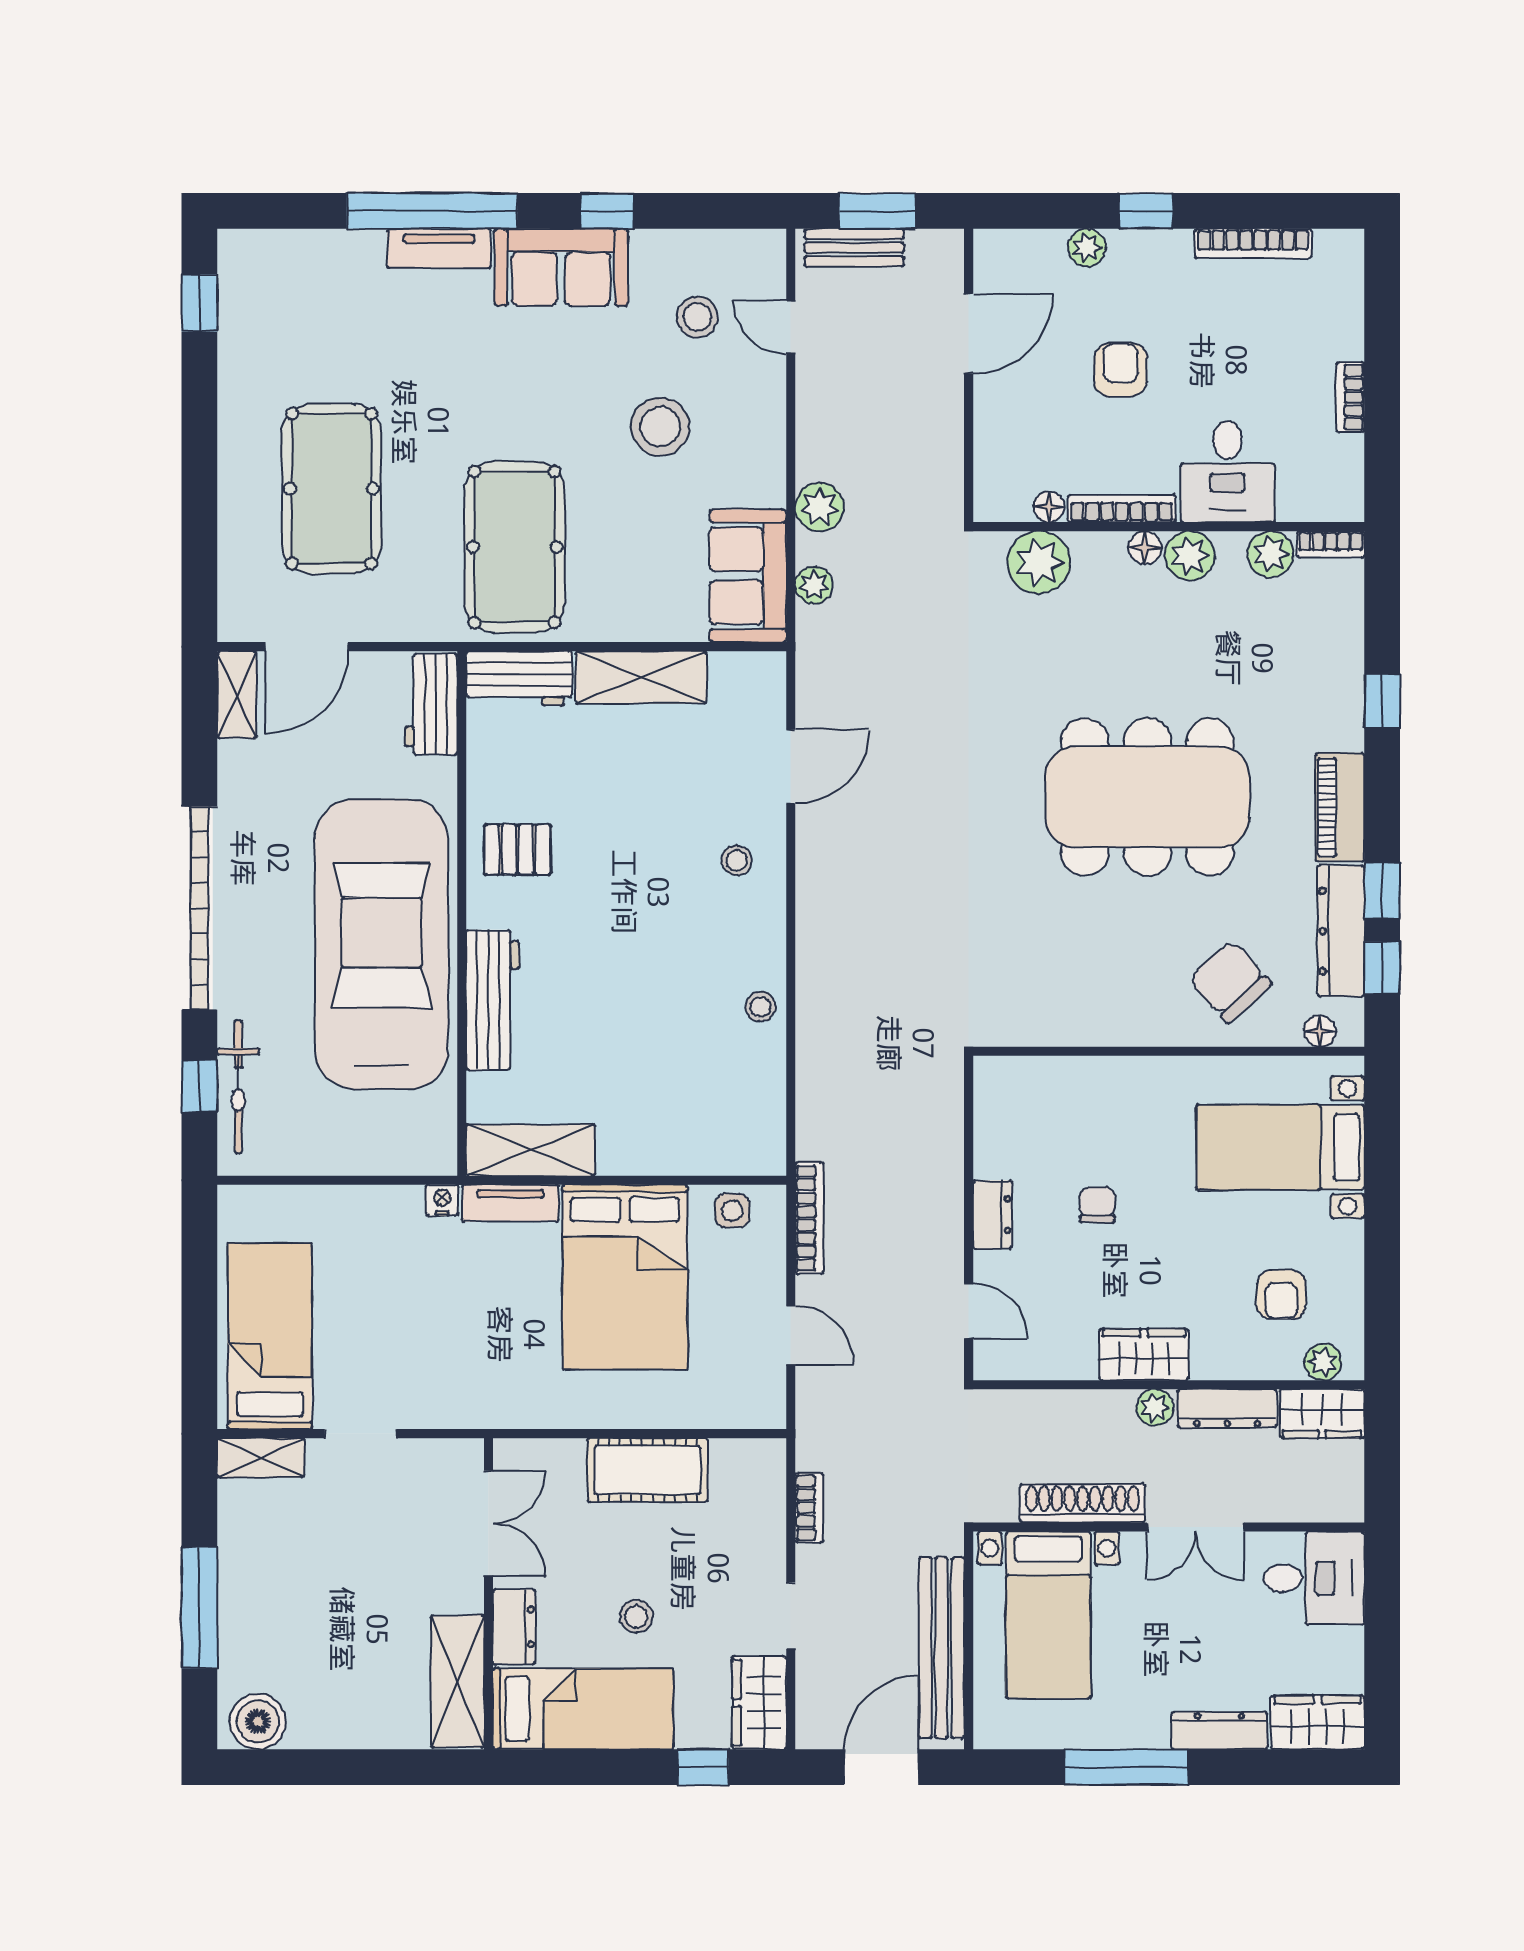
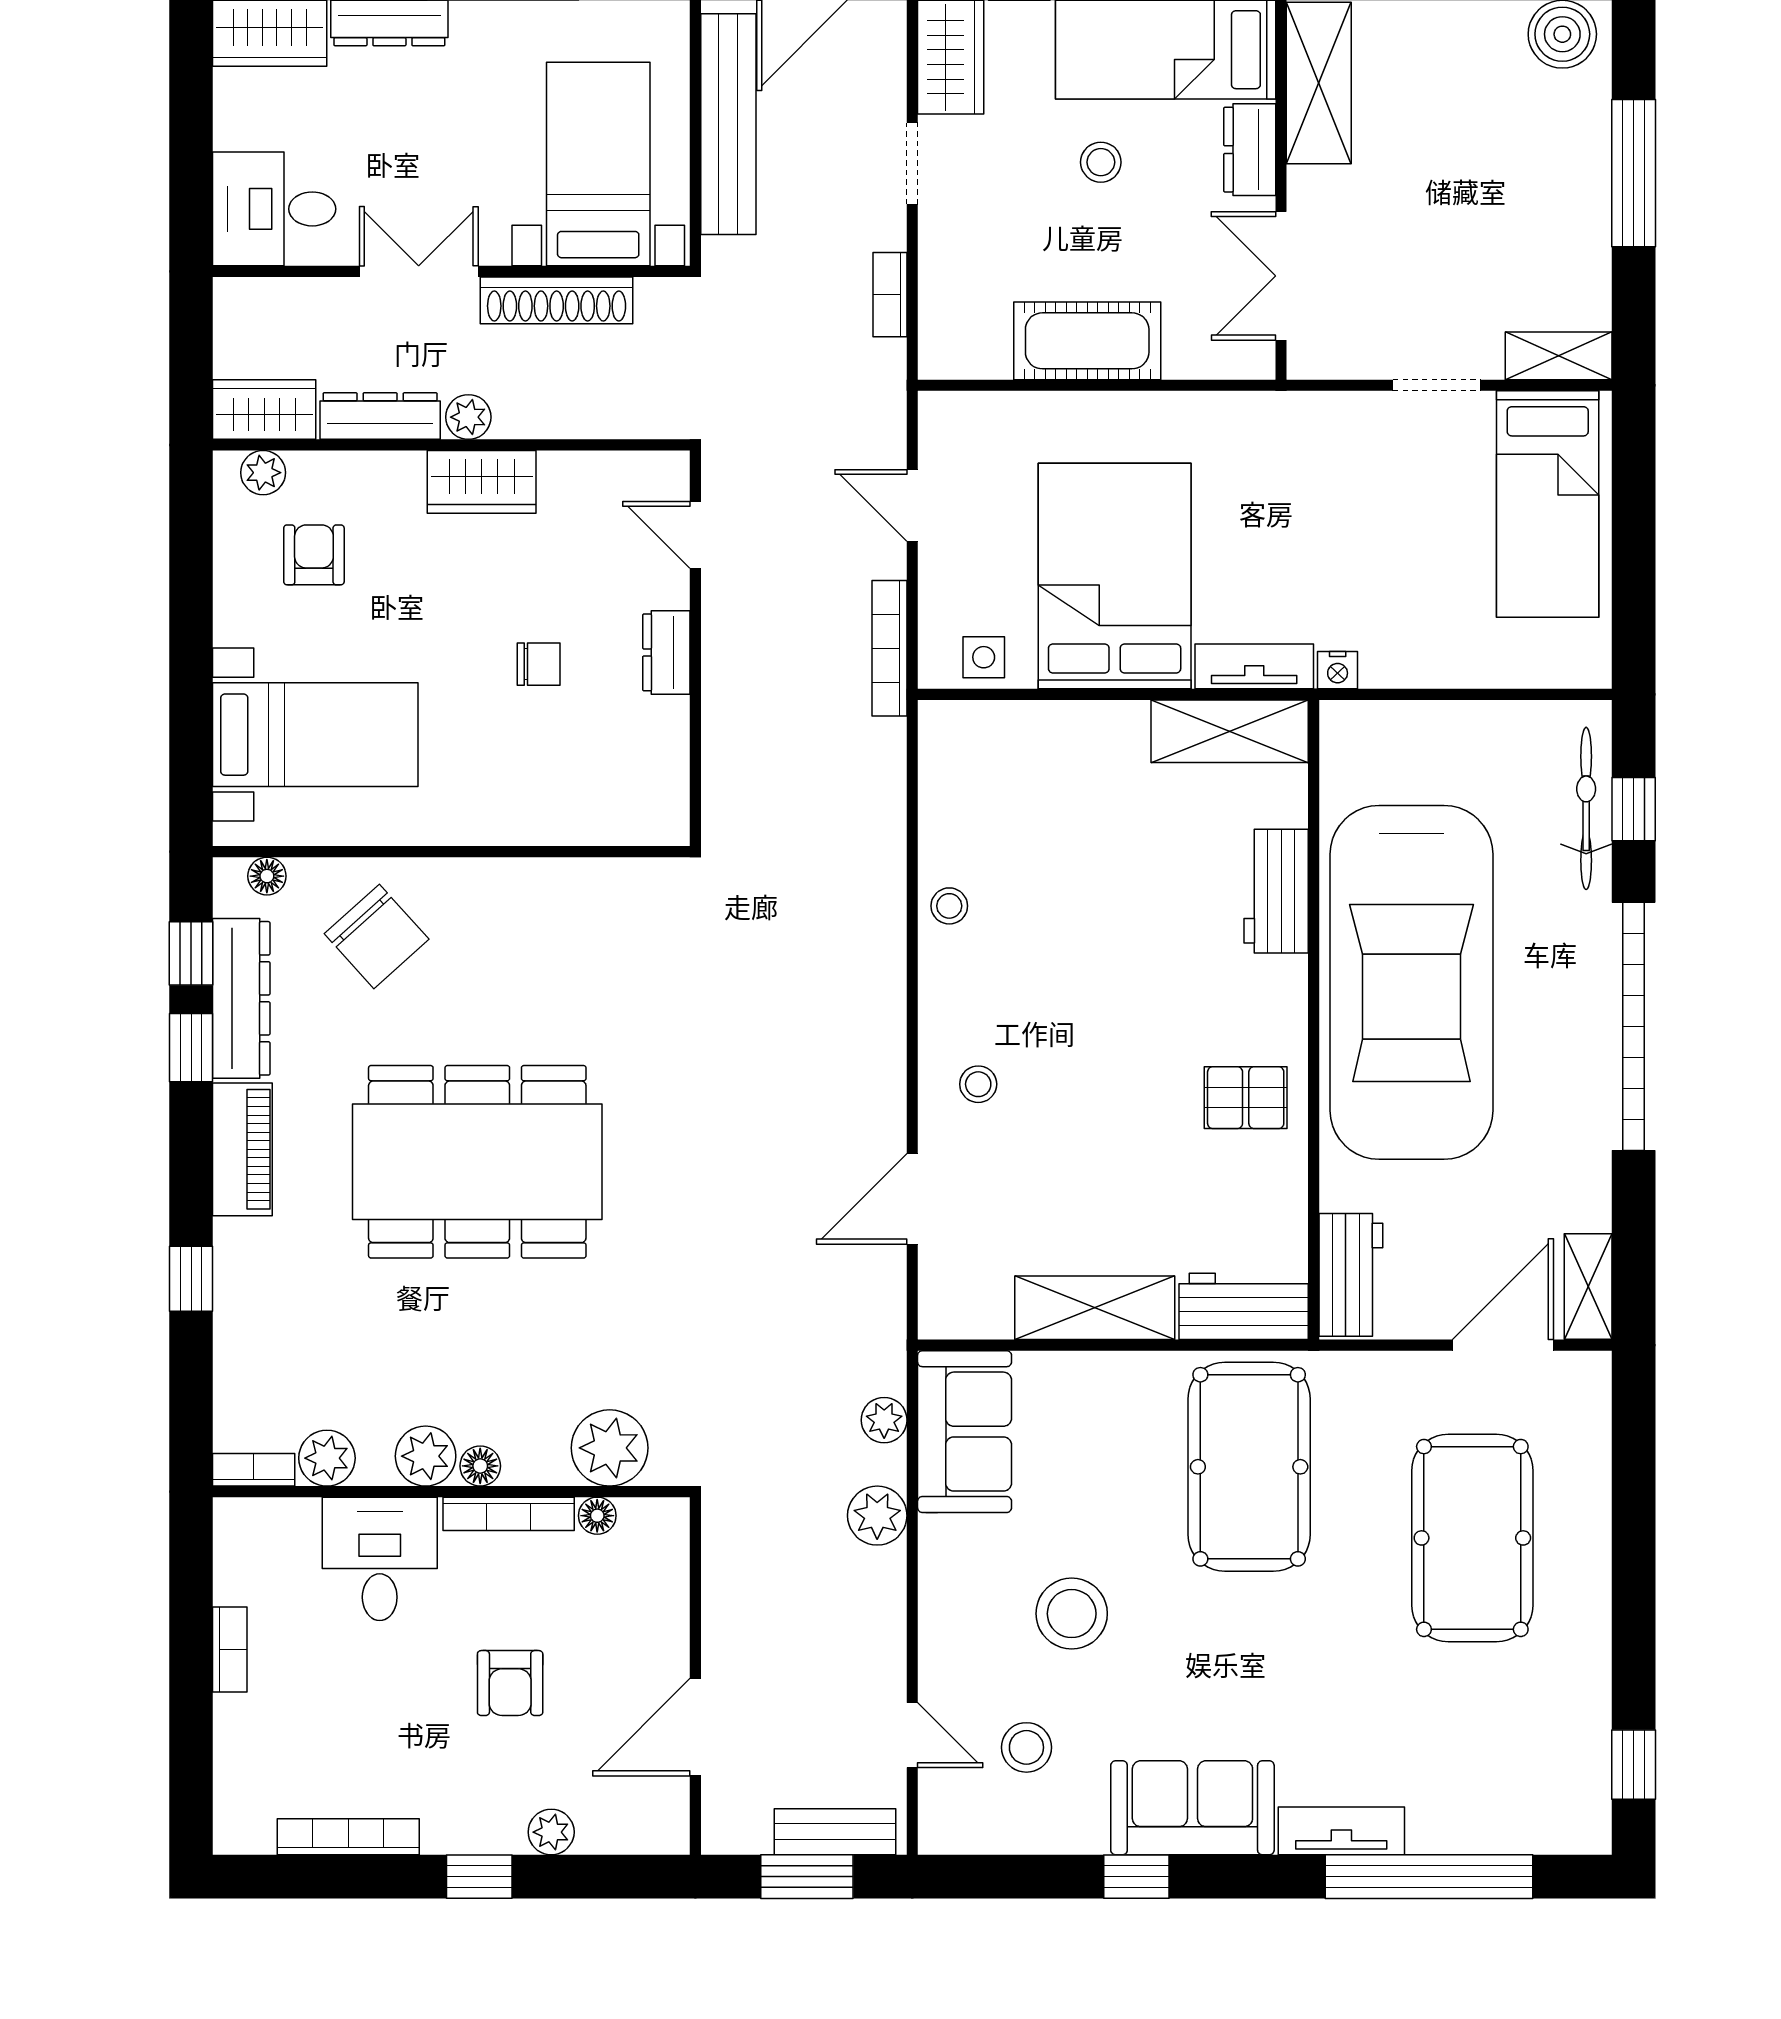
window: (432, 211) -> (1429, 1877), moved
workbench: (492, 1000) -> (1276, 891), width x0.73
chair: (1097, 1205) -> (539, 664), turned -90

